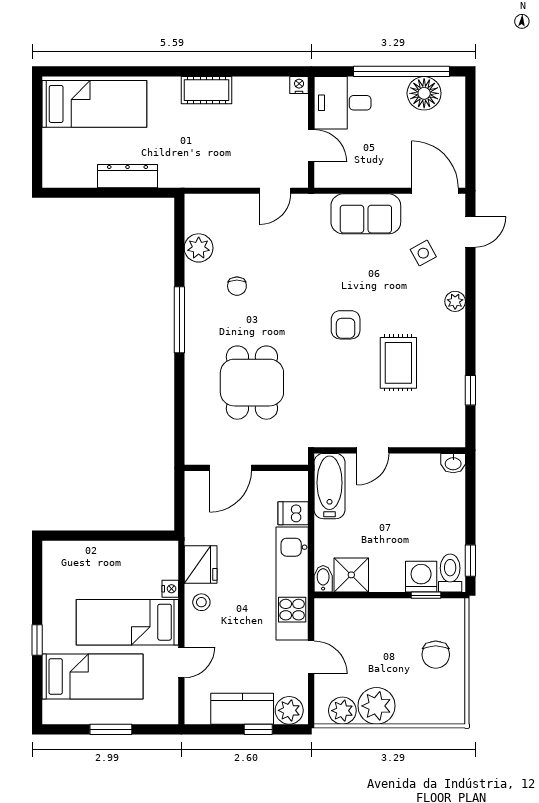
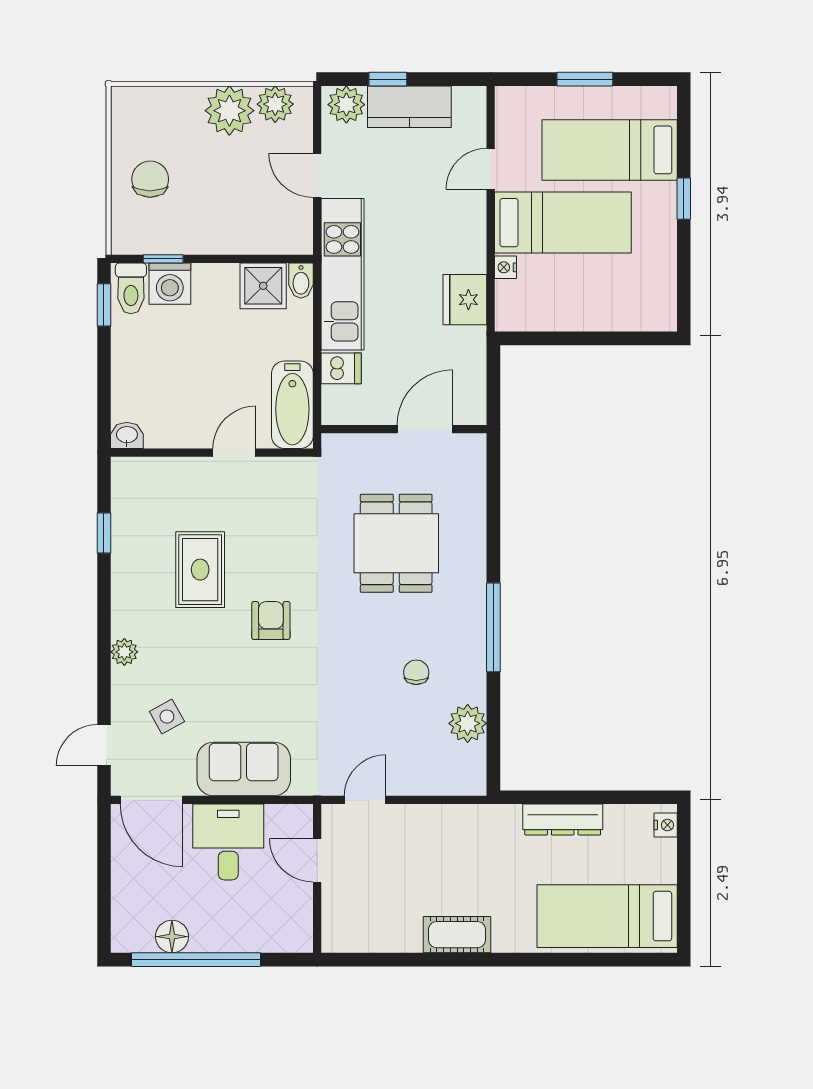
nightstand: (299, 85) -> (666, 825), moved, turned -90
floor lamp: (424, 93) -> (172, 937), width x0.73, depth x0.73
desk: (342, 103) -> (228, 842), moved, turned -90
stool: (201, 602) -> (464, 249), removed

